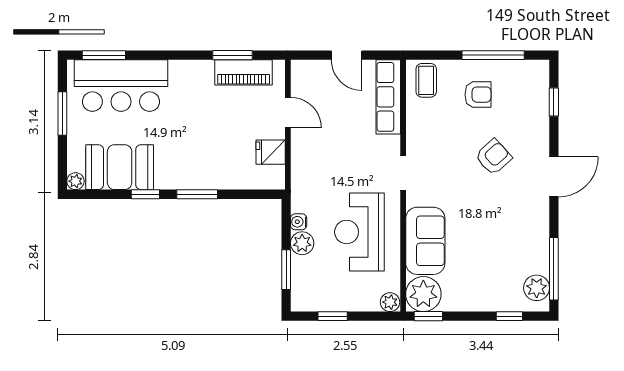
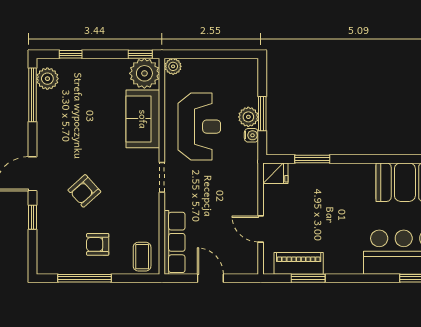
window: (554, 102) -> (33, 217), moved
fridge: (271, 152) -> (275, 173), moved
window: (145, 194) -> (383, 159), removed
window: (197, 194) -> (312, 159), moved
window: (286, 270) -> (262, 114), moved
window: (333, 316) -> (222, 54), removed

